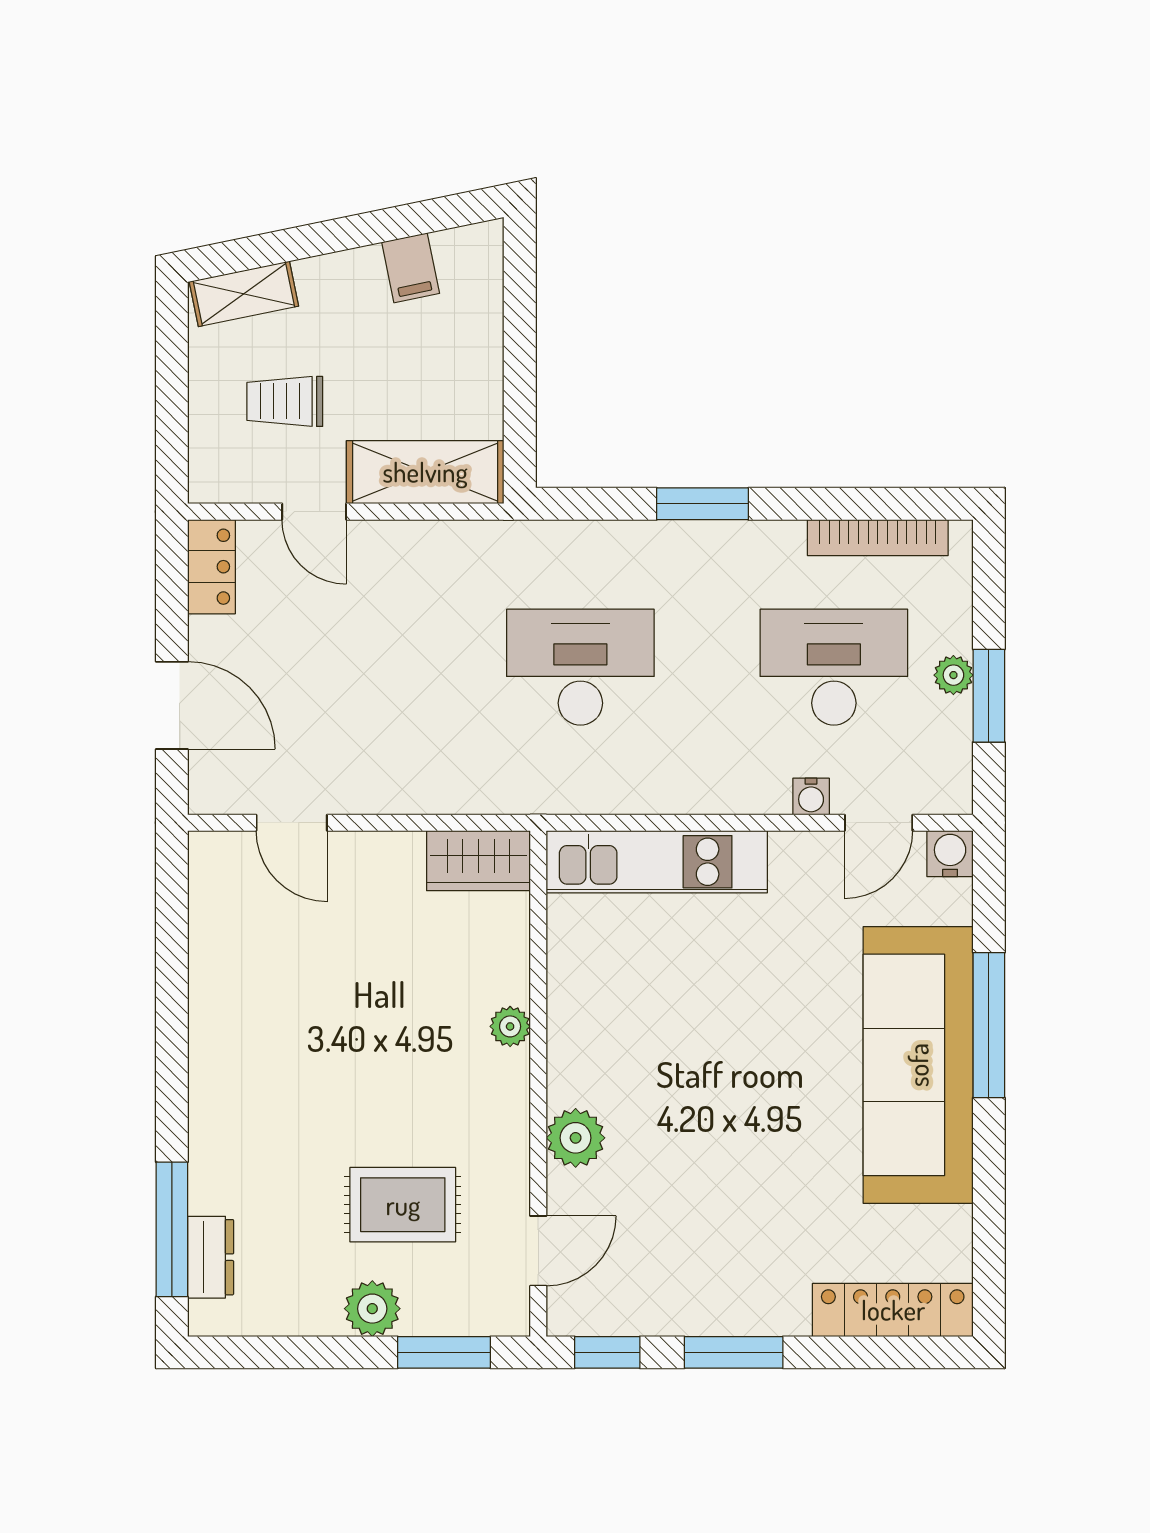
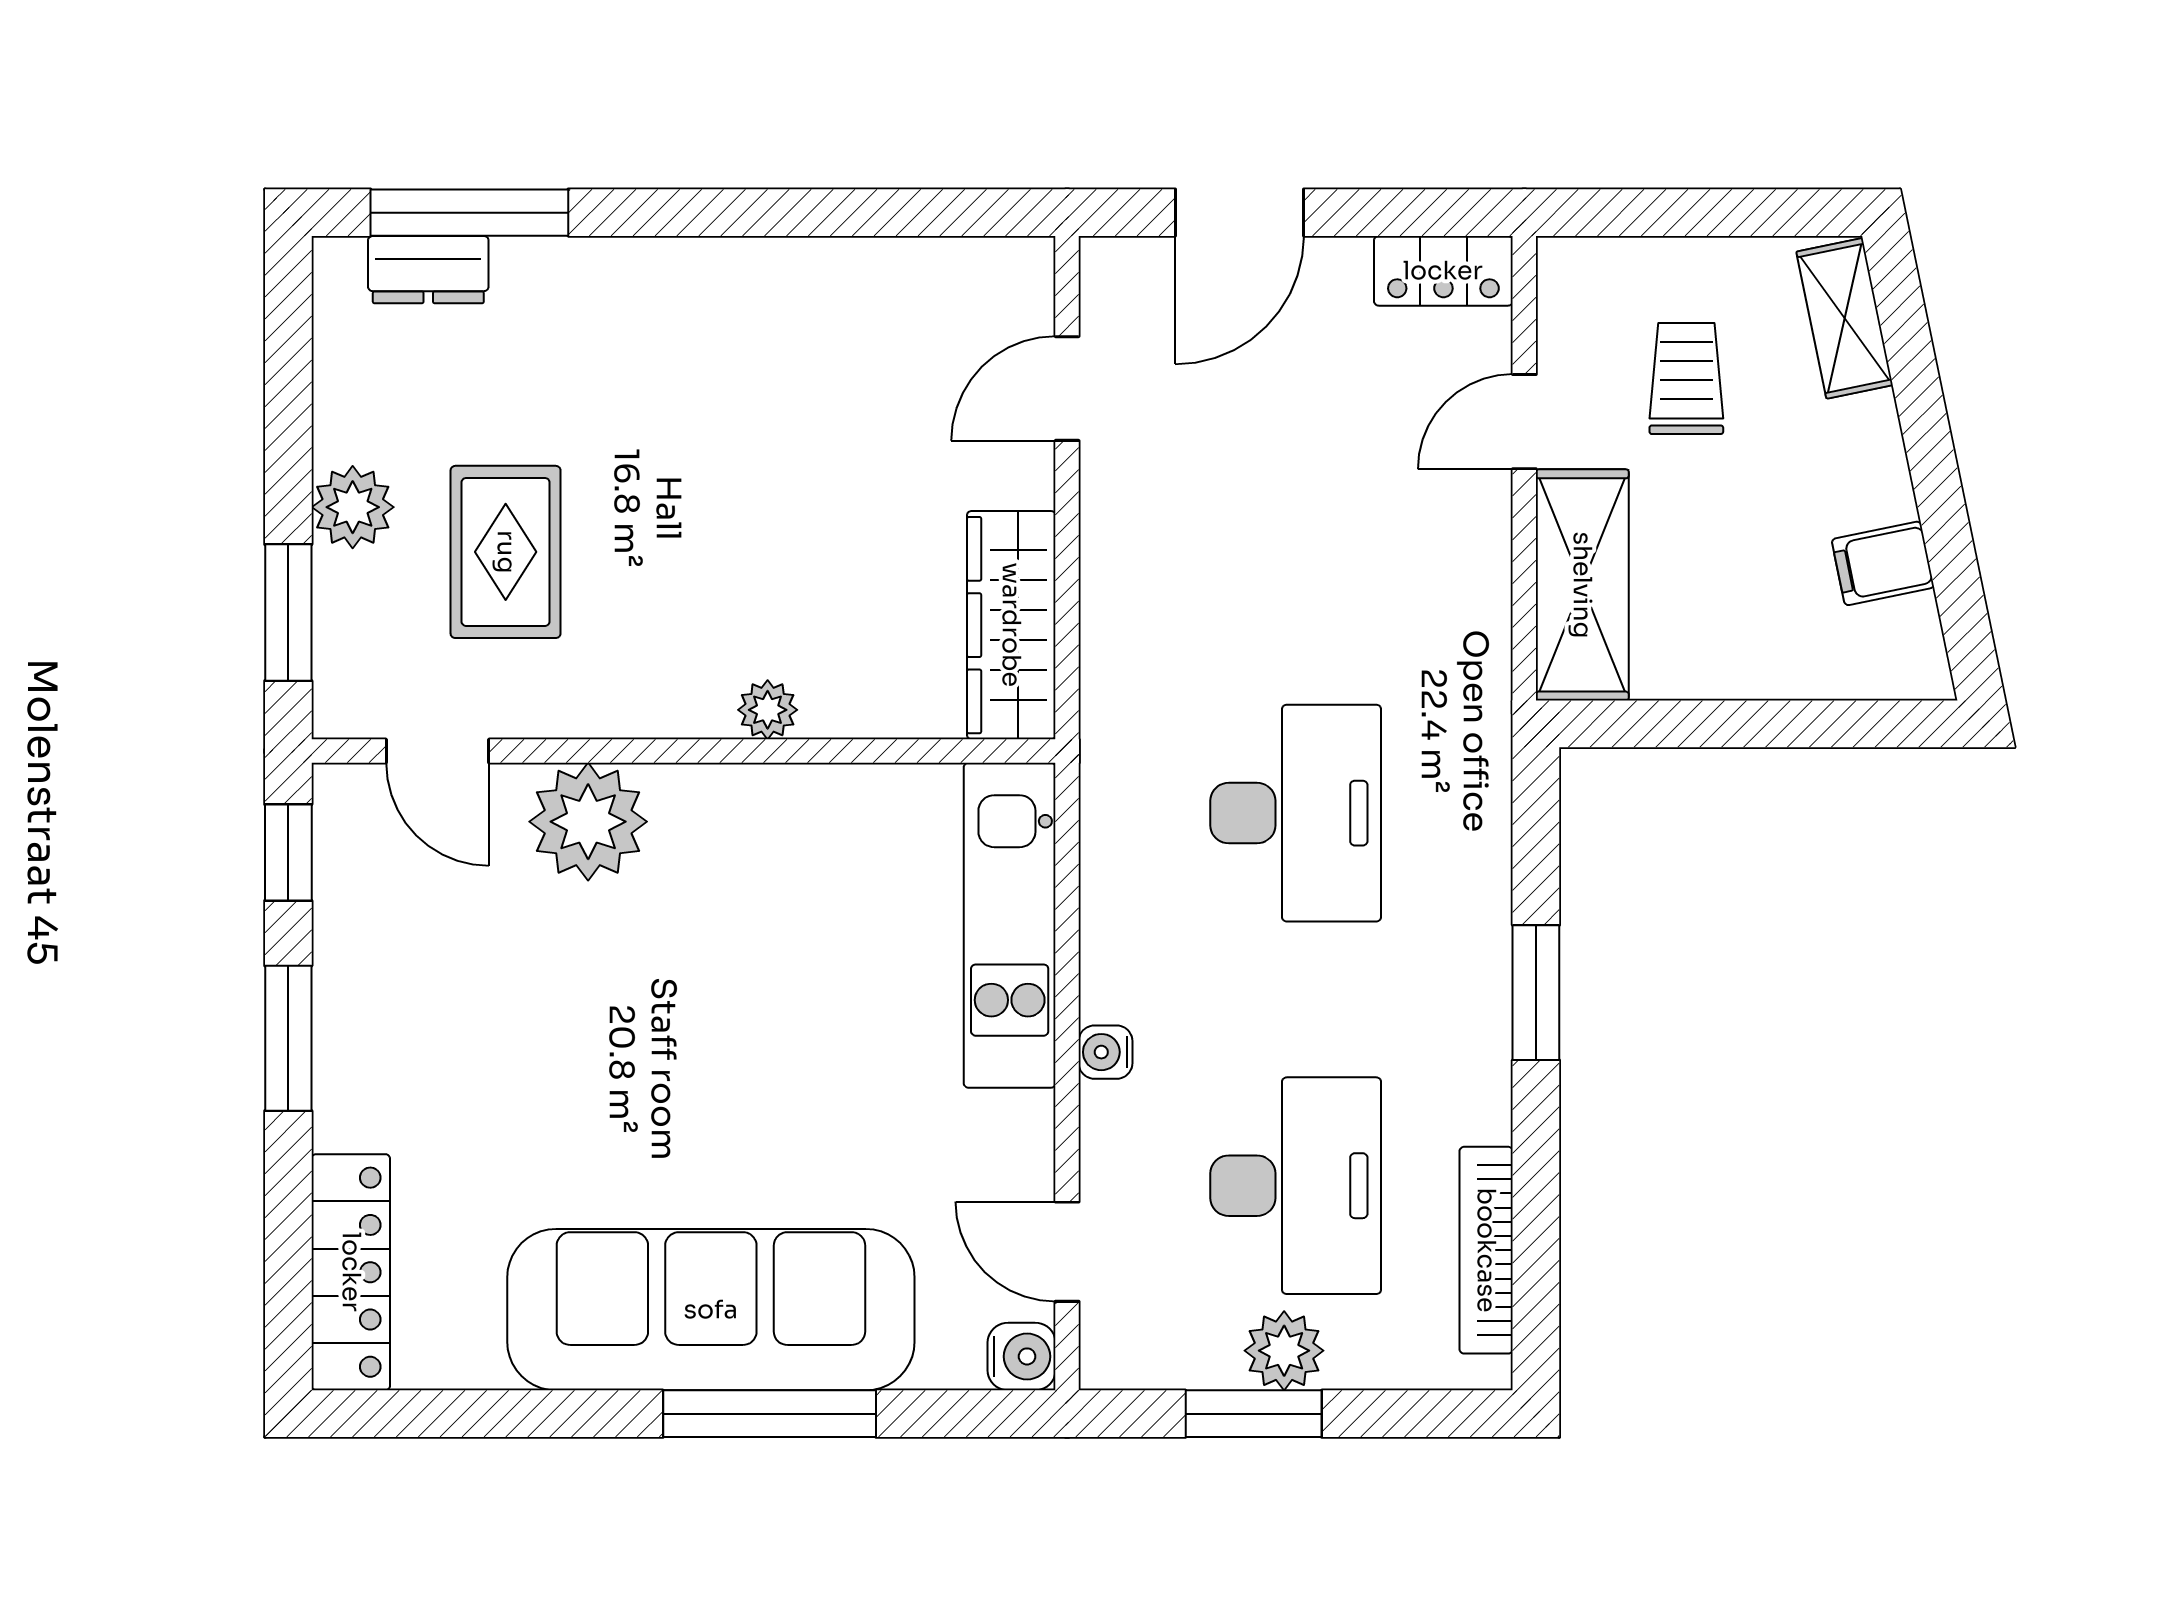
plant: (953, 675) -> (1284, 1351), width x1.38, depth x1.38
water cooler: (811, 796) -> (1106, 1052), moved
wardrobe: (478, 861) -> (1011, 625), width x1.50
plant: (576, 1138) -> (588, 822), width x1.36, depth x1.36

